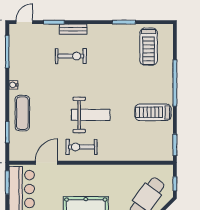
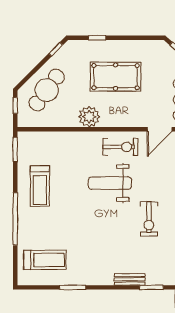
treadmill: (149, 47) -> (45, 260), turned 90
exercise bike: (71, 56) -> (149, 219), moved, turned -90
treadmill: (153, 112) -> (40, 186), turned 90
plant: (109, 174) -> (89, 117), added

